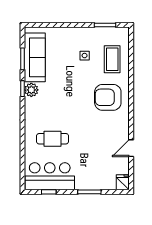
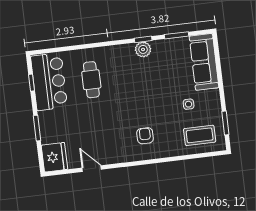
sofa: (35, 57) -> (204, 62), moved, turned 90
coffee table: (112, 59) -> (200, 135), moved
armchair: (108, 97) -> (145, 136), width x0.53, depth x0.53
fridge: (123, 182) -> (54, 157), width x1.88, depth x1.34

